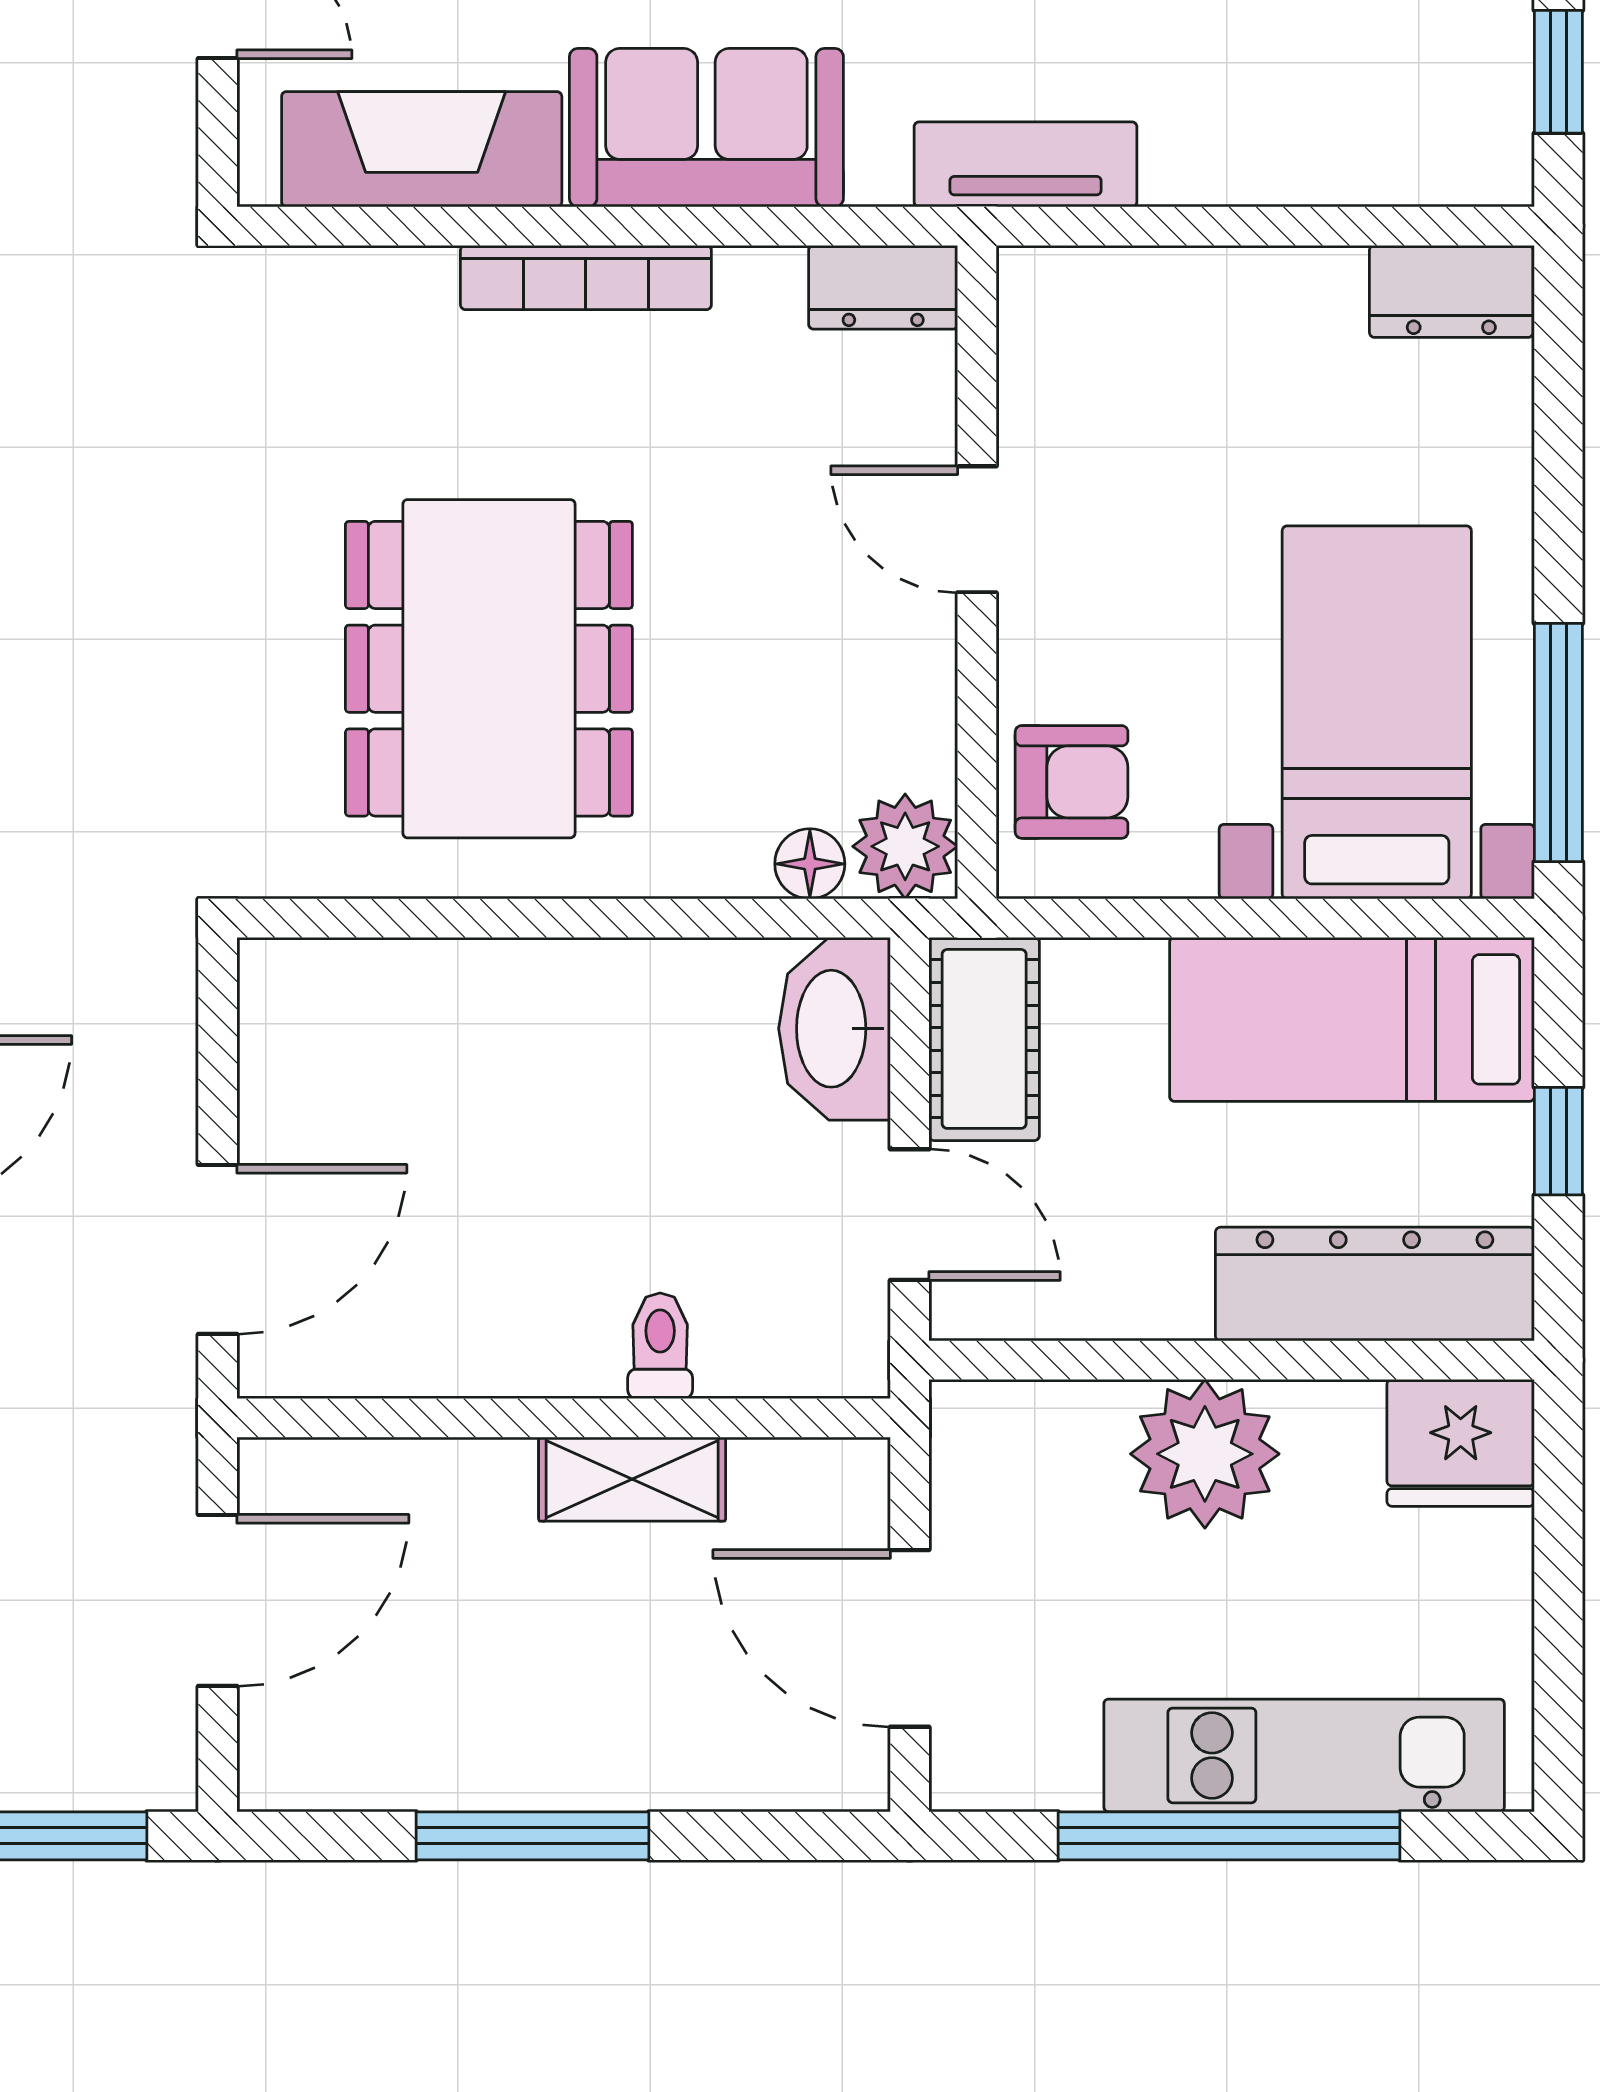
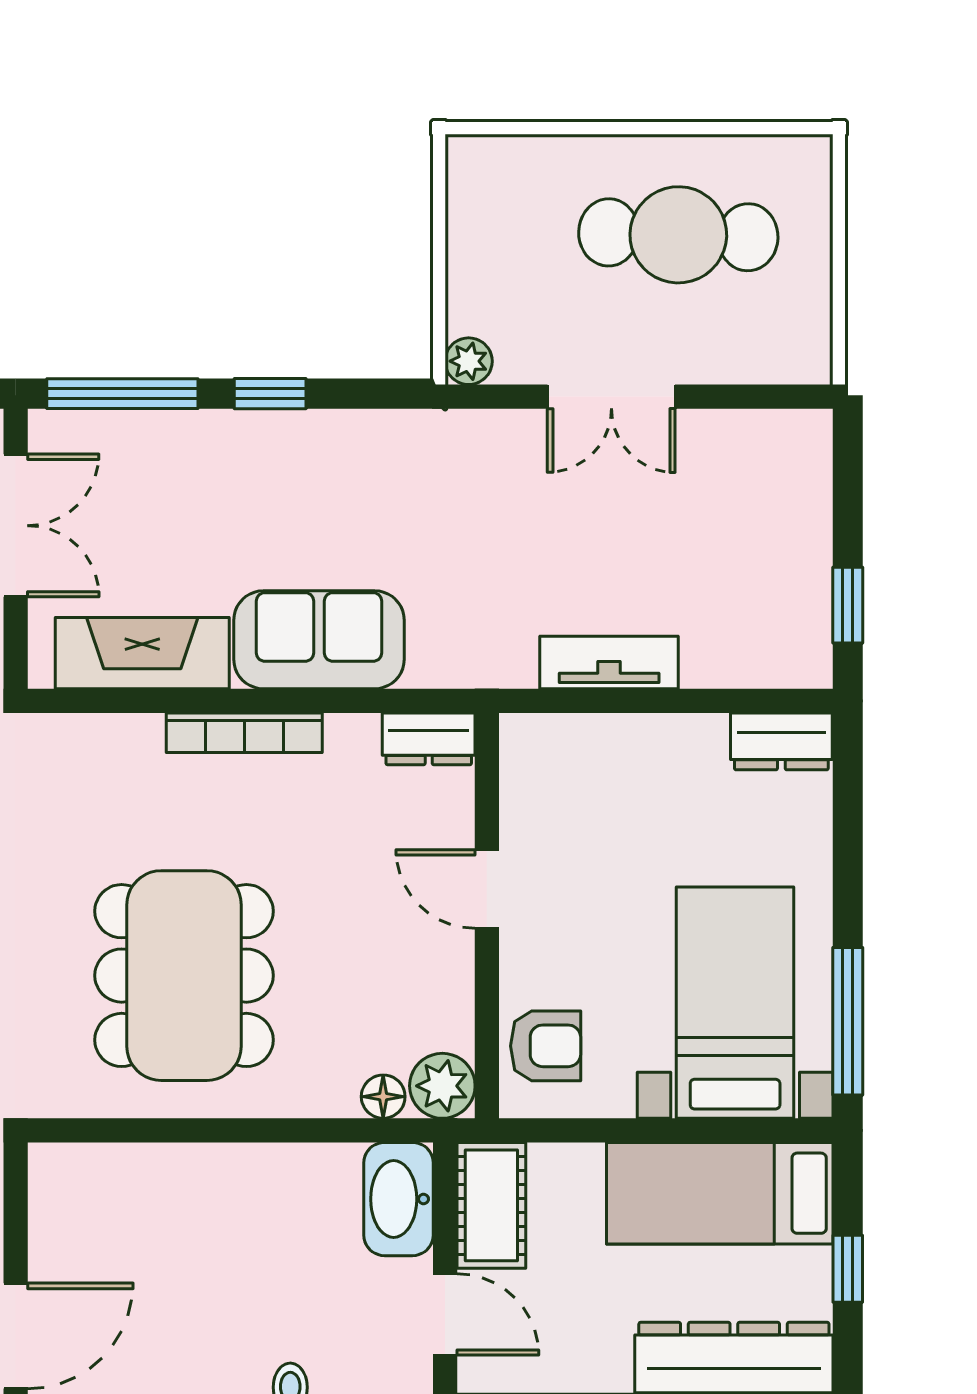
tv unit: (1026, 164) -> (609, 663), moved

